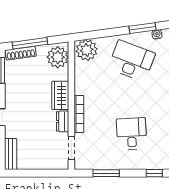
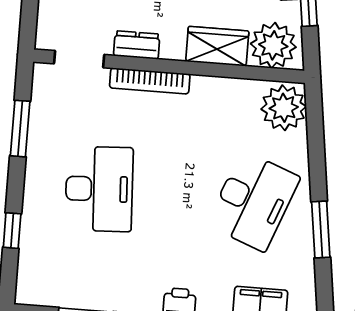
water cooler: (157, 34) -> (305, 259), removed
wardrobe: (60, 95) -> (217, 46), moved
desk: (132, 134) -> (99, 189), width x1.37

